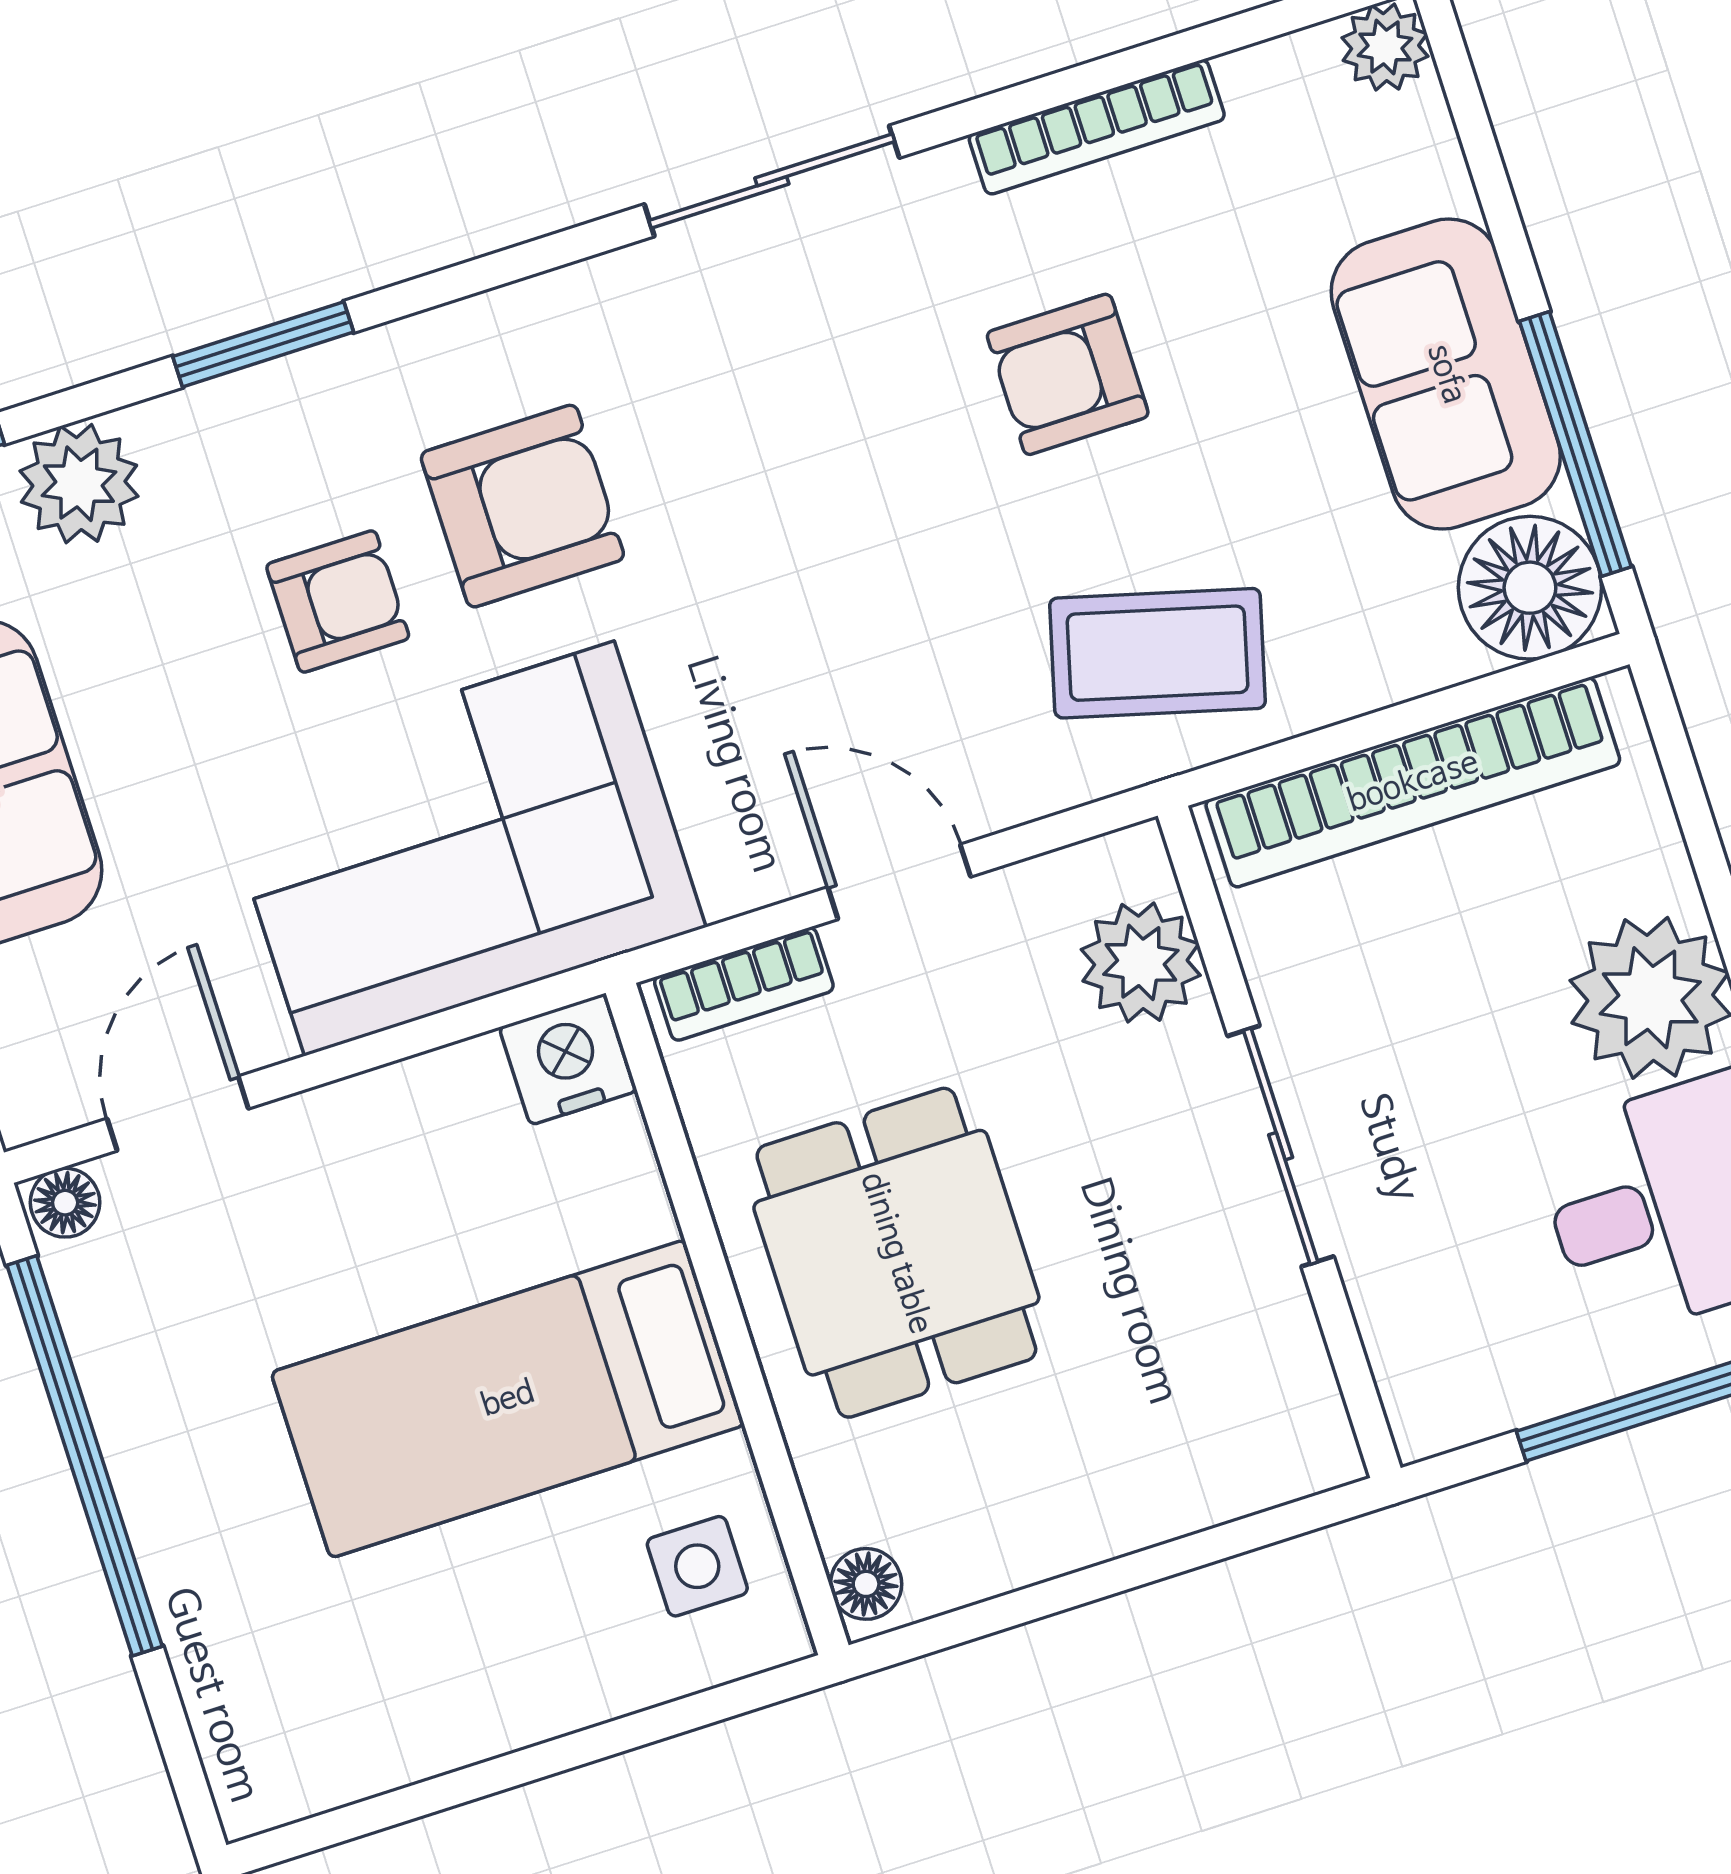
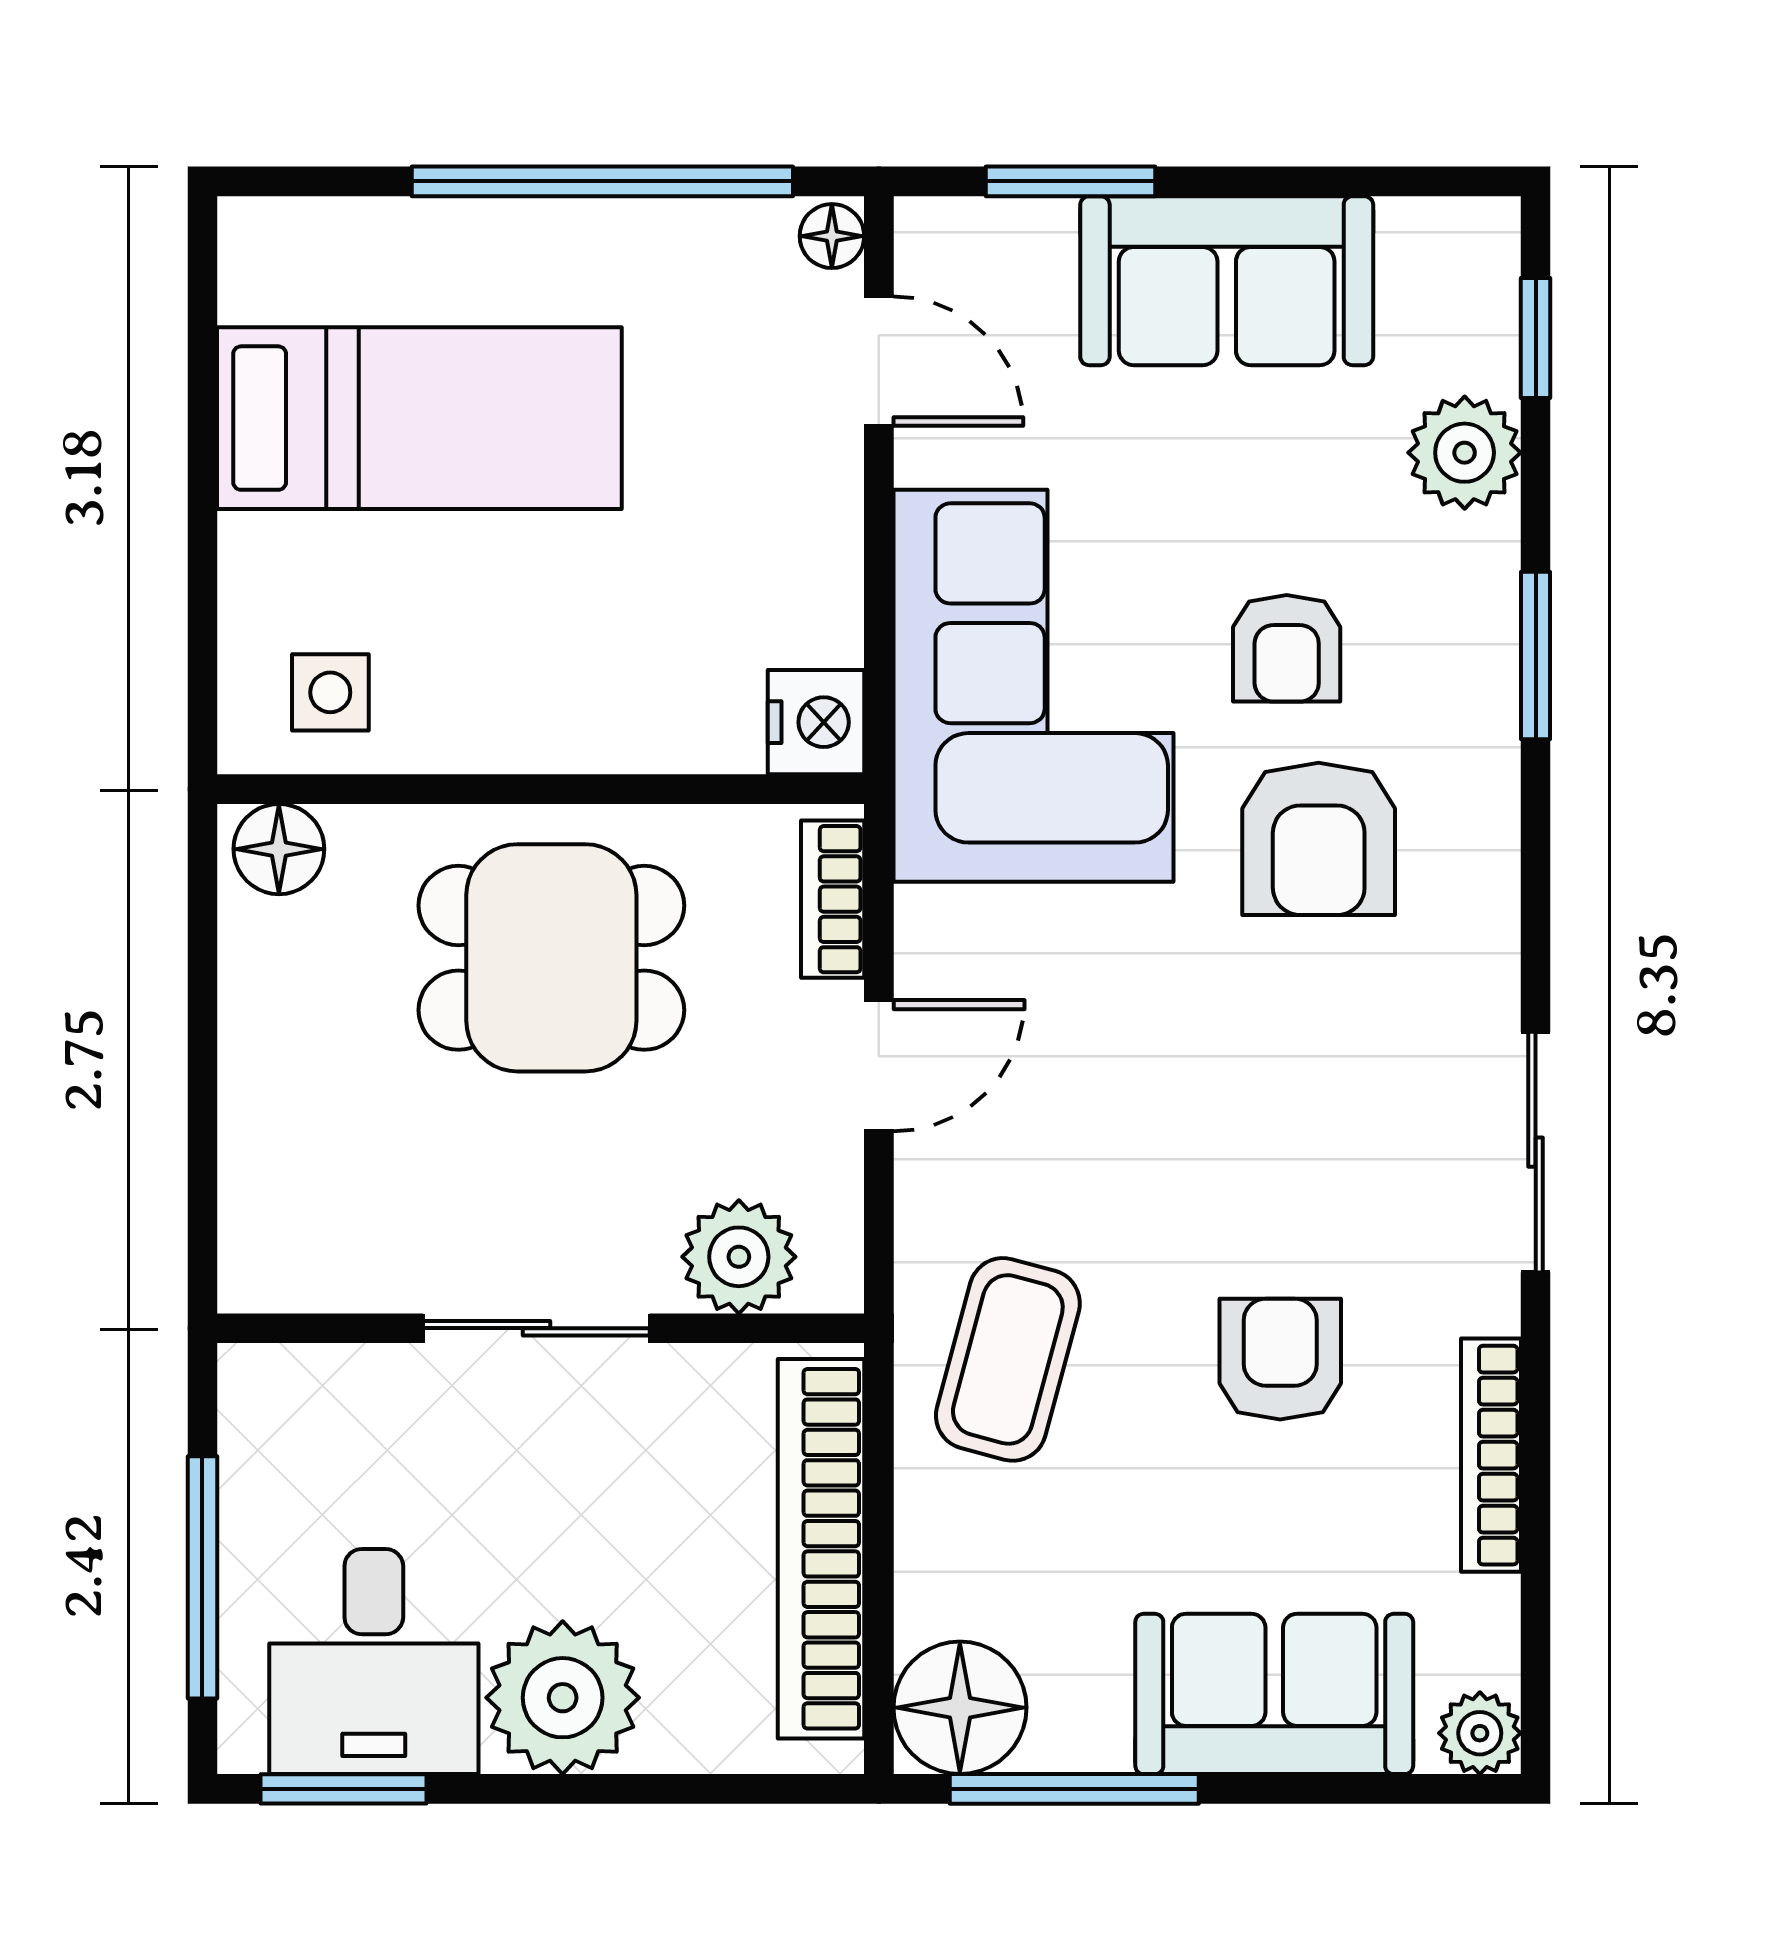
sofa: (1446, 374) -> (1274, 1694), moved
bed: (508, 1399) -> (419, 418), moved, turned 90
floor lamp: (866, 1584) -> (279, 849), width x1.37, depth x1.37

